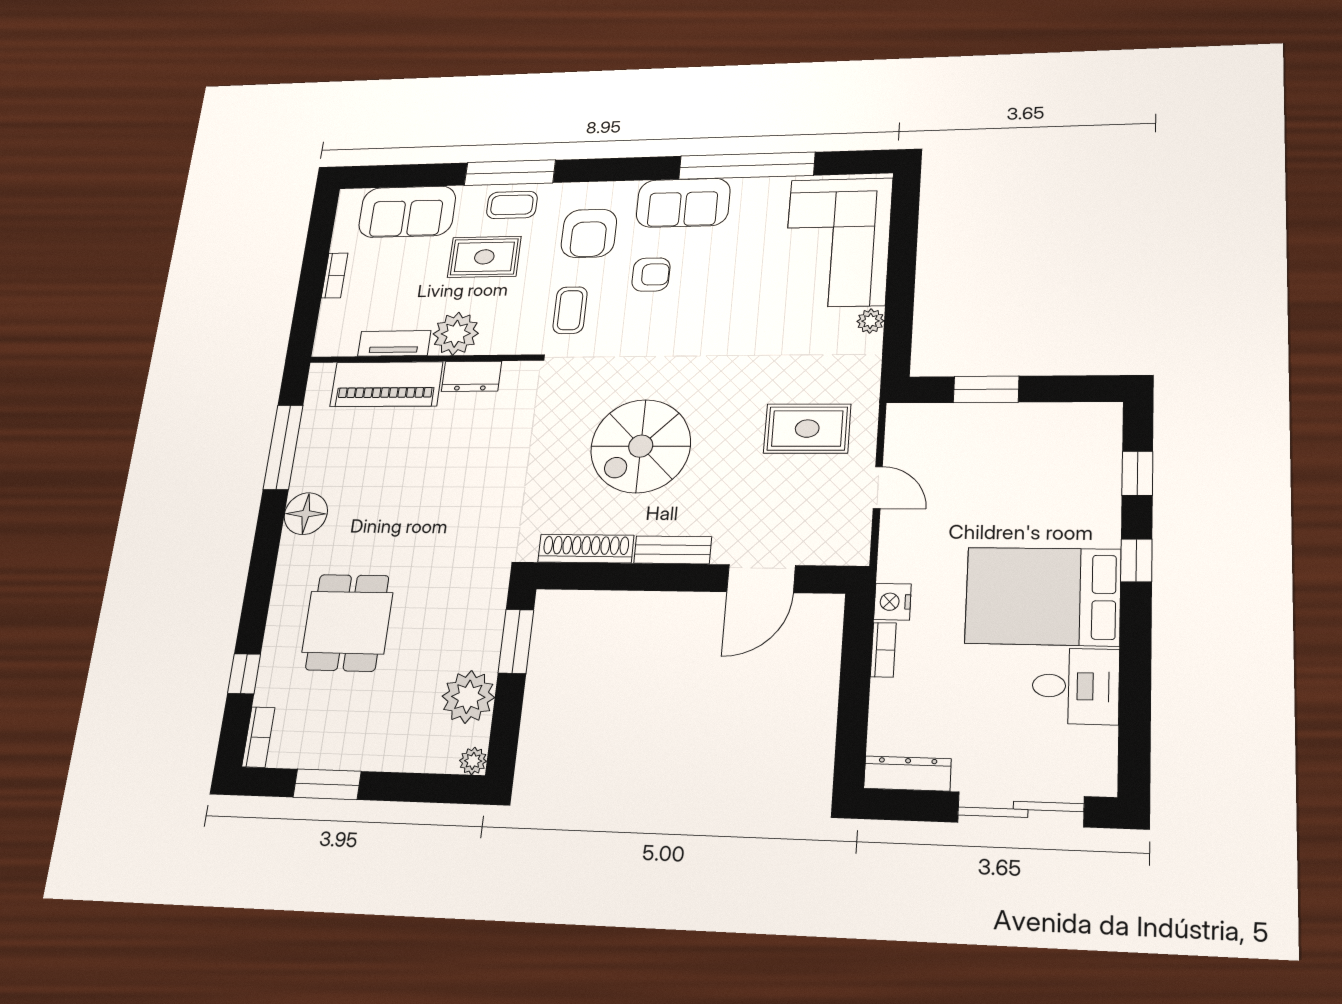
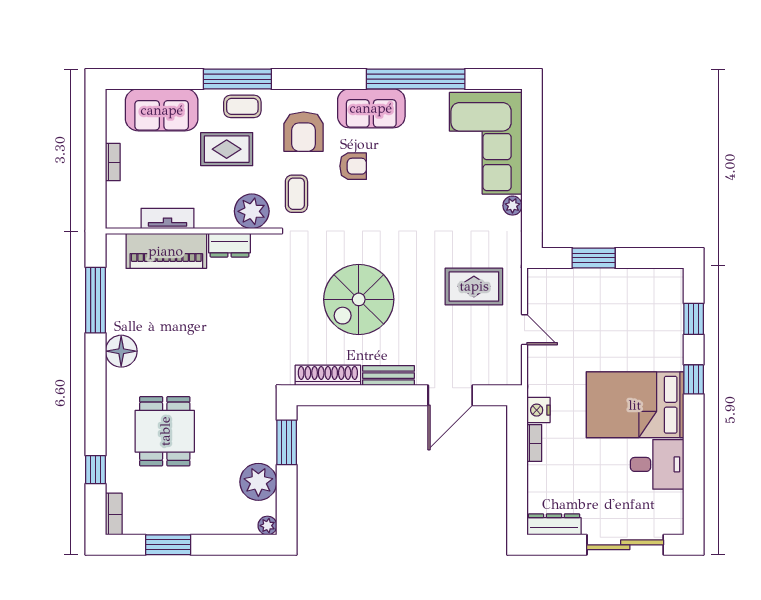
plant: (456, 334) -> (252, 211), moved

